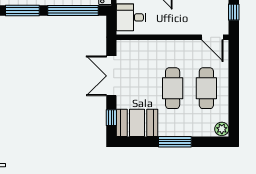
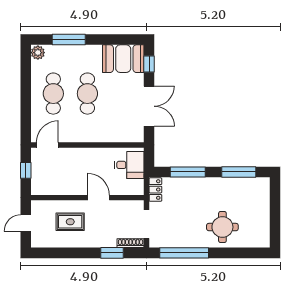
window: (73, 10) -> (188, 172), width x0.68
door: (212, 37) -> (47, 145), hinge flipped
window: (175, 142) -> (69, 40), moved

